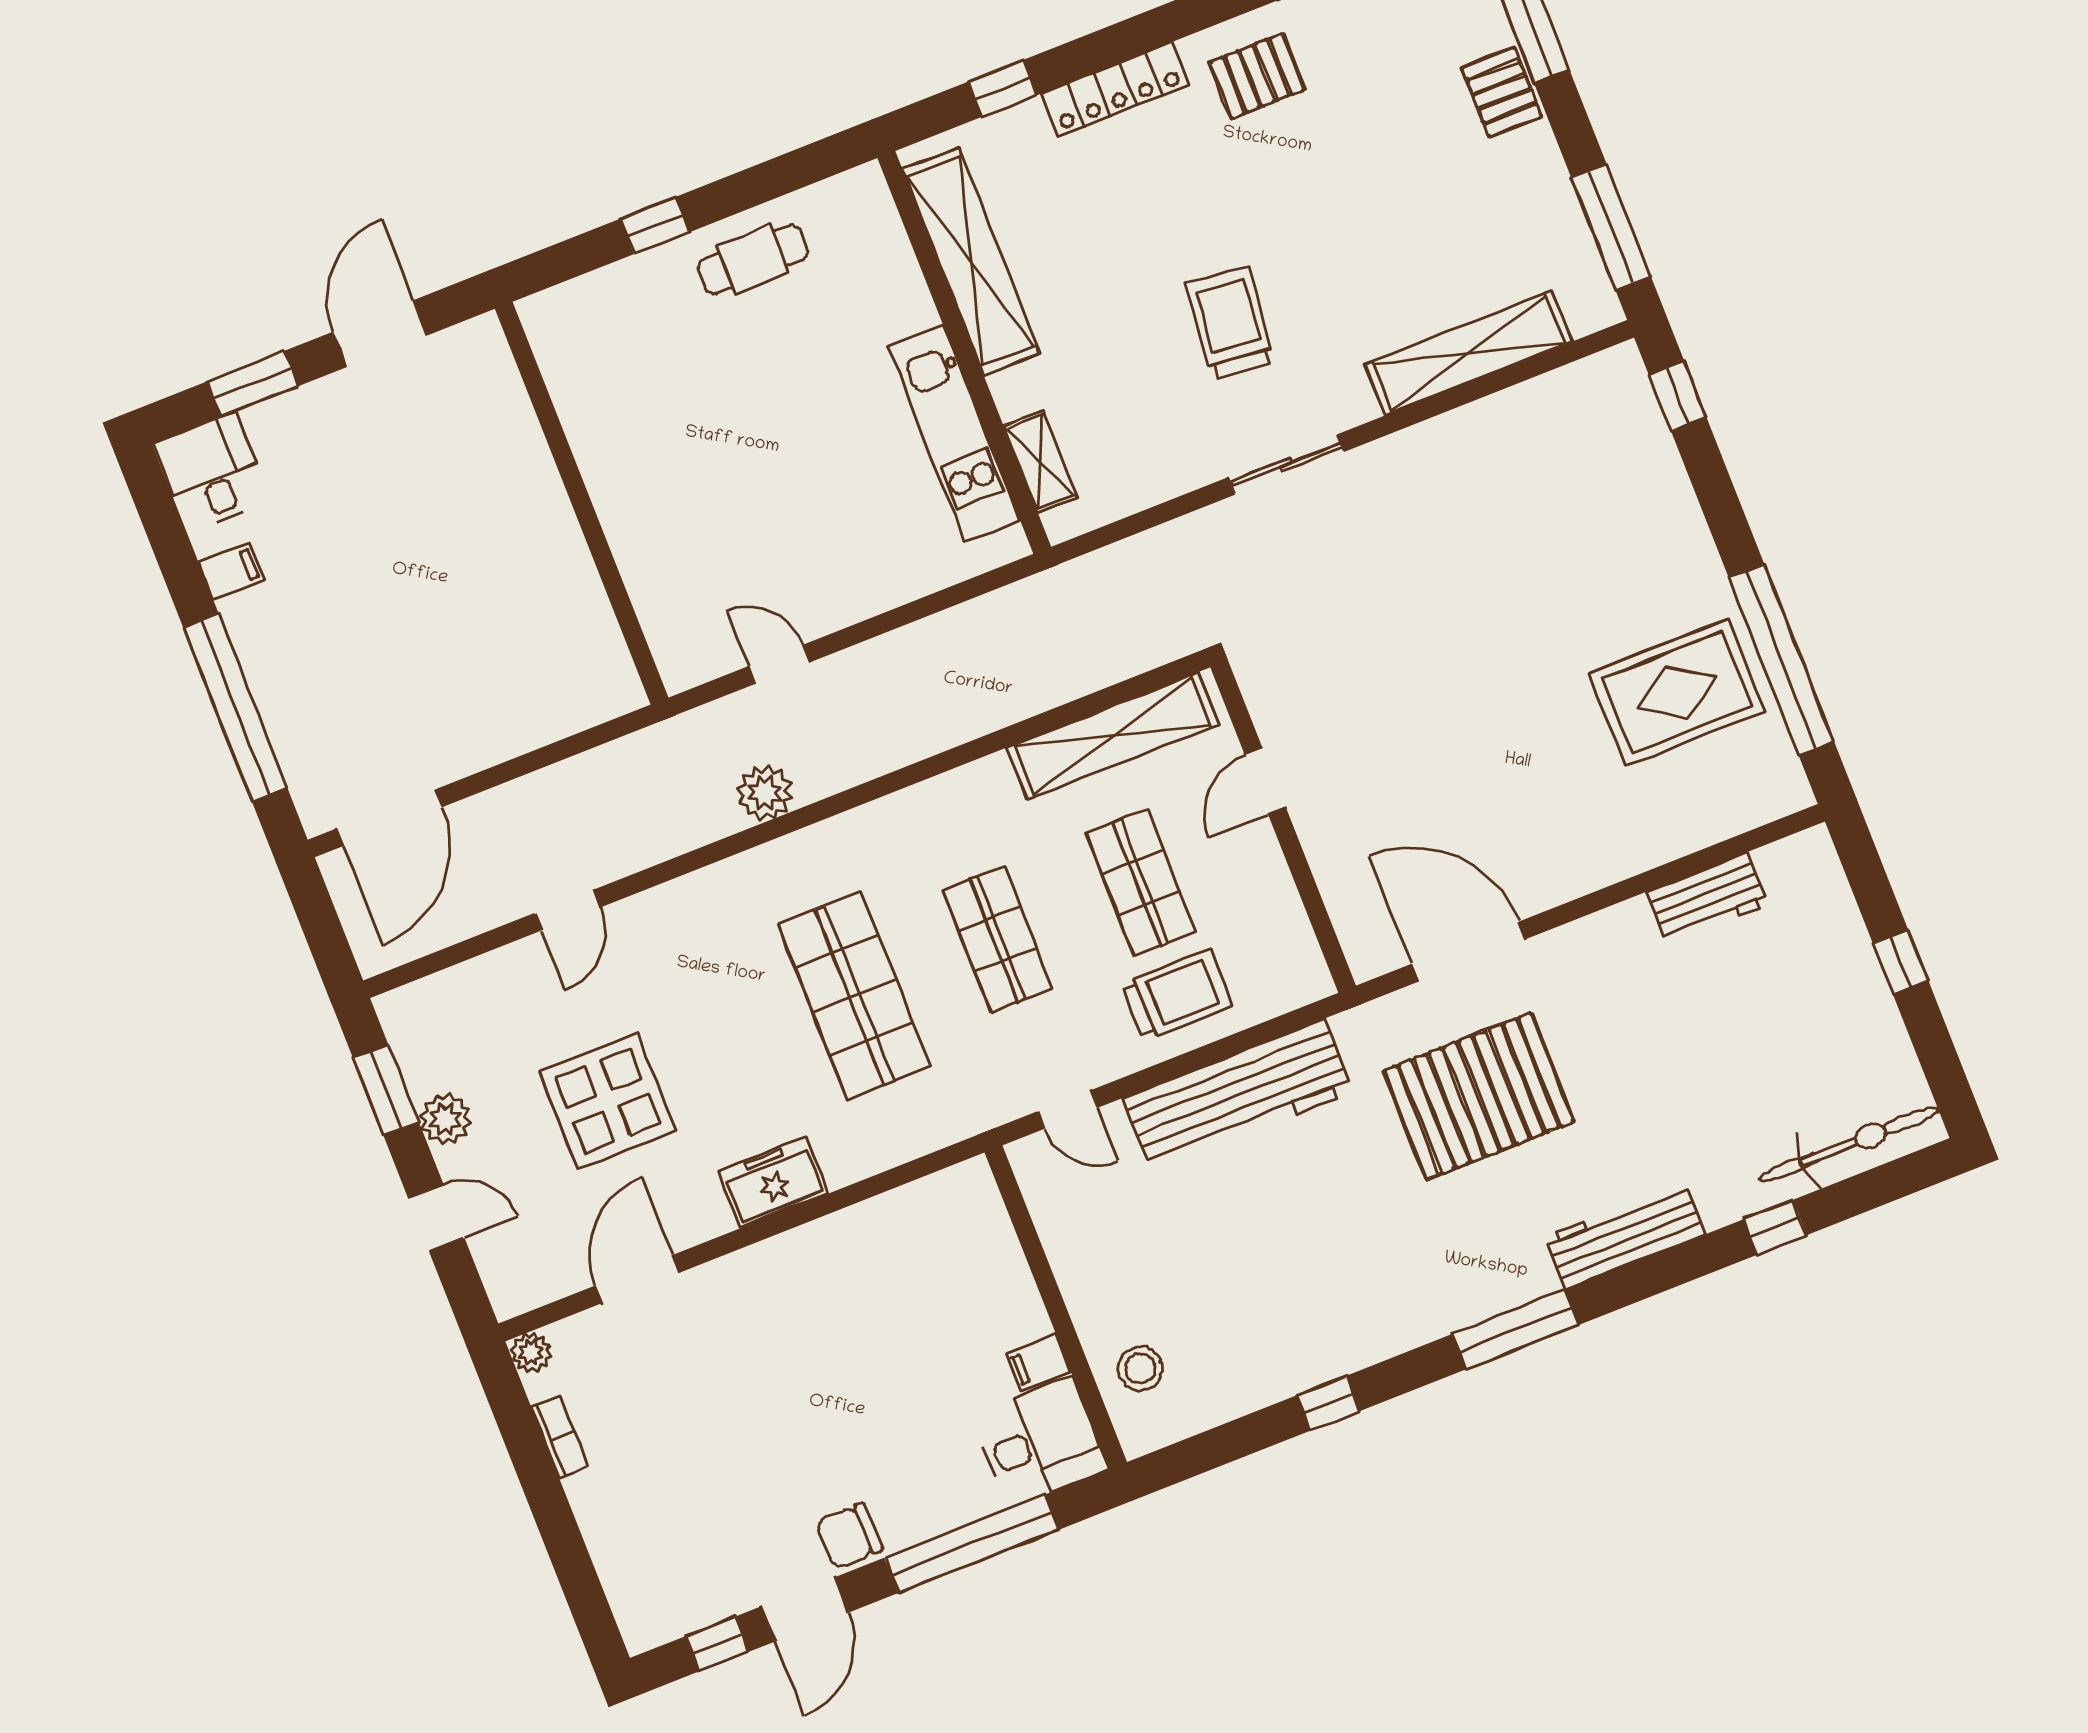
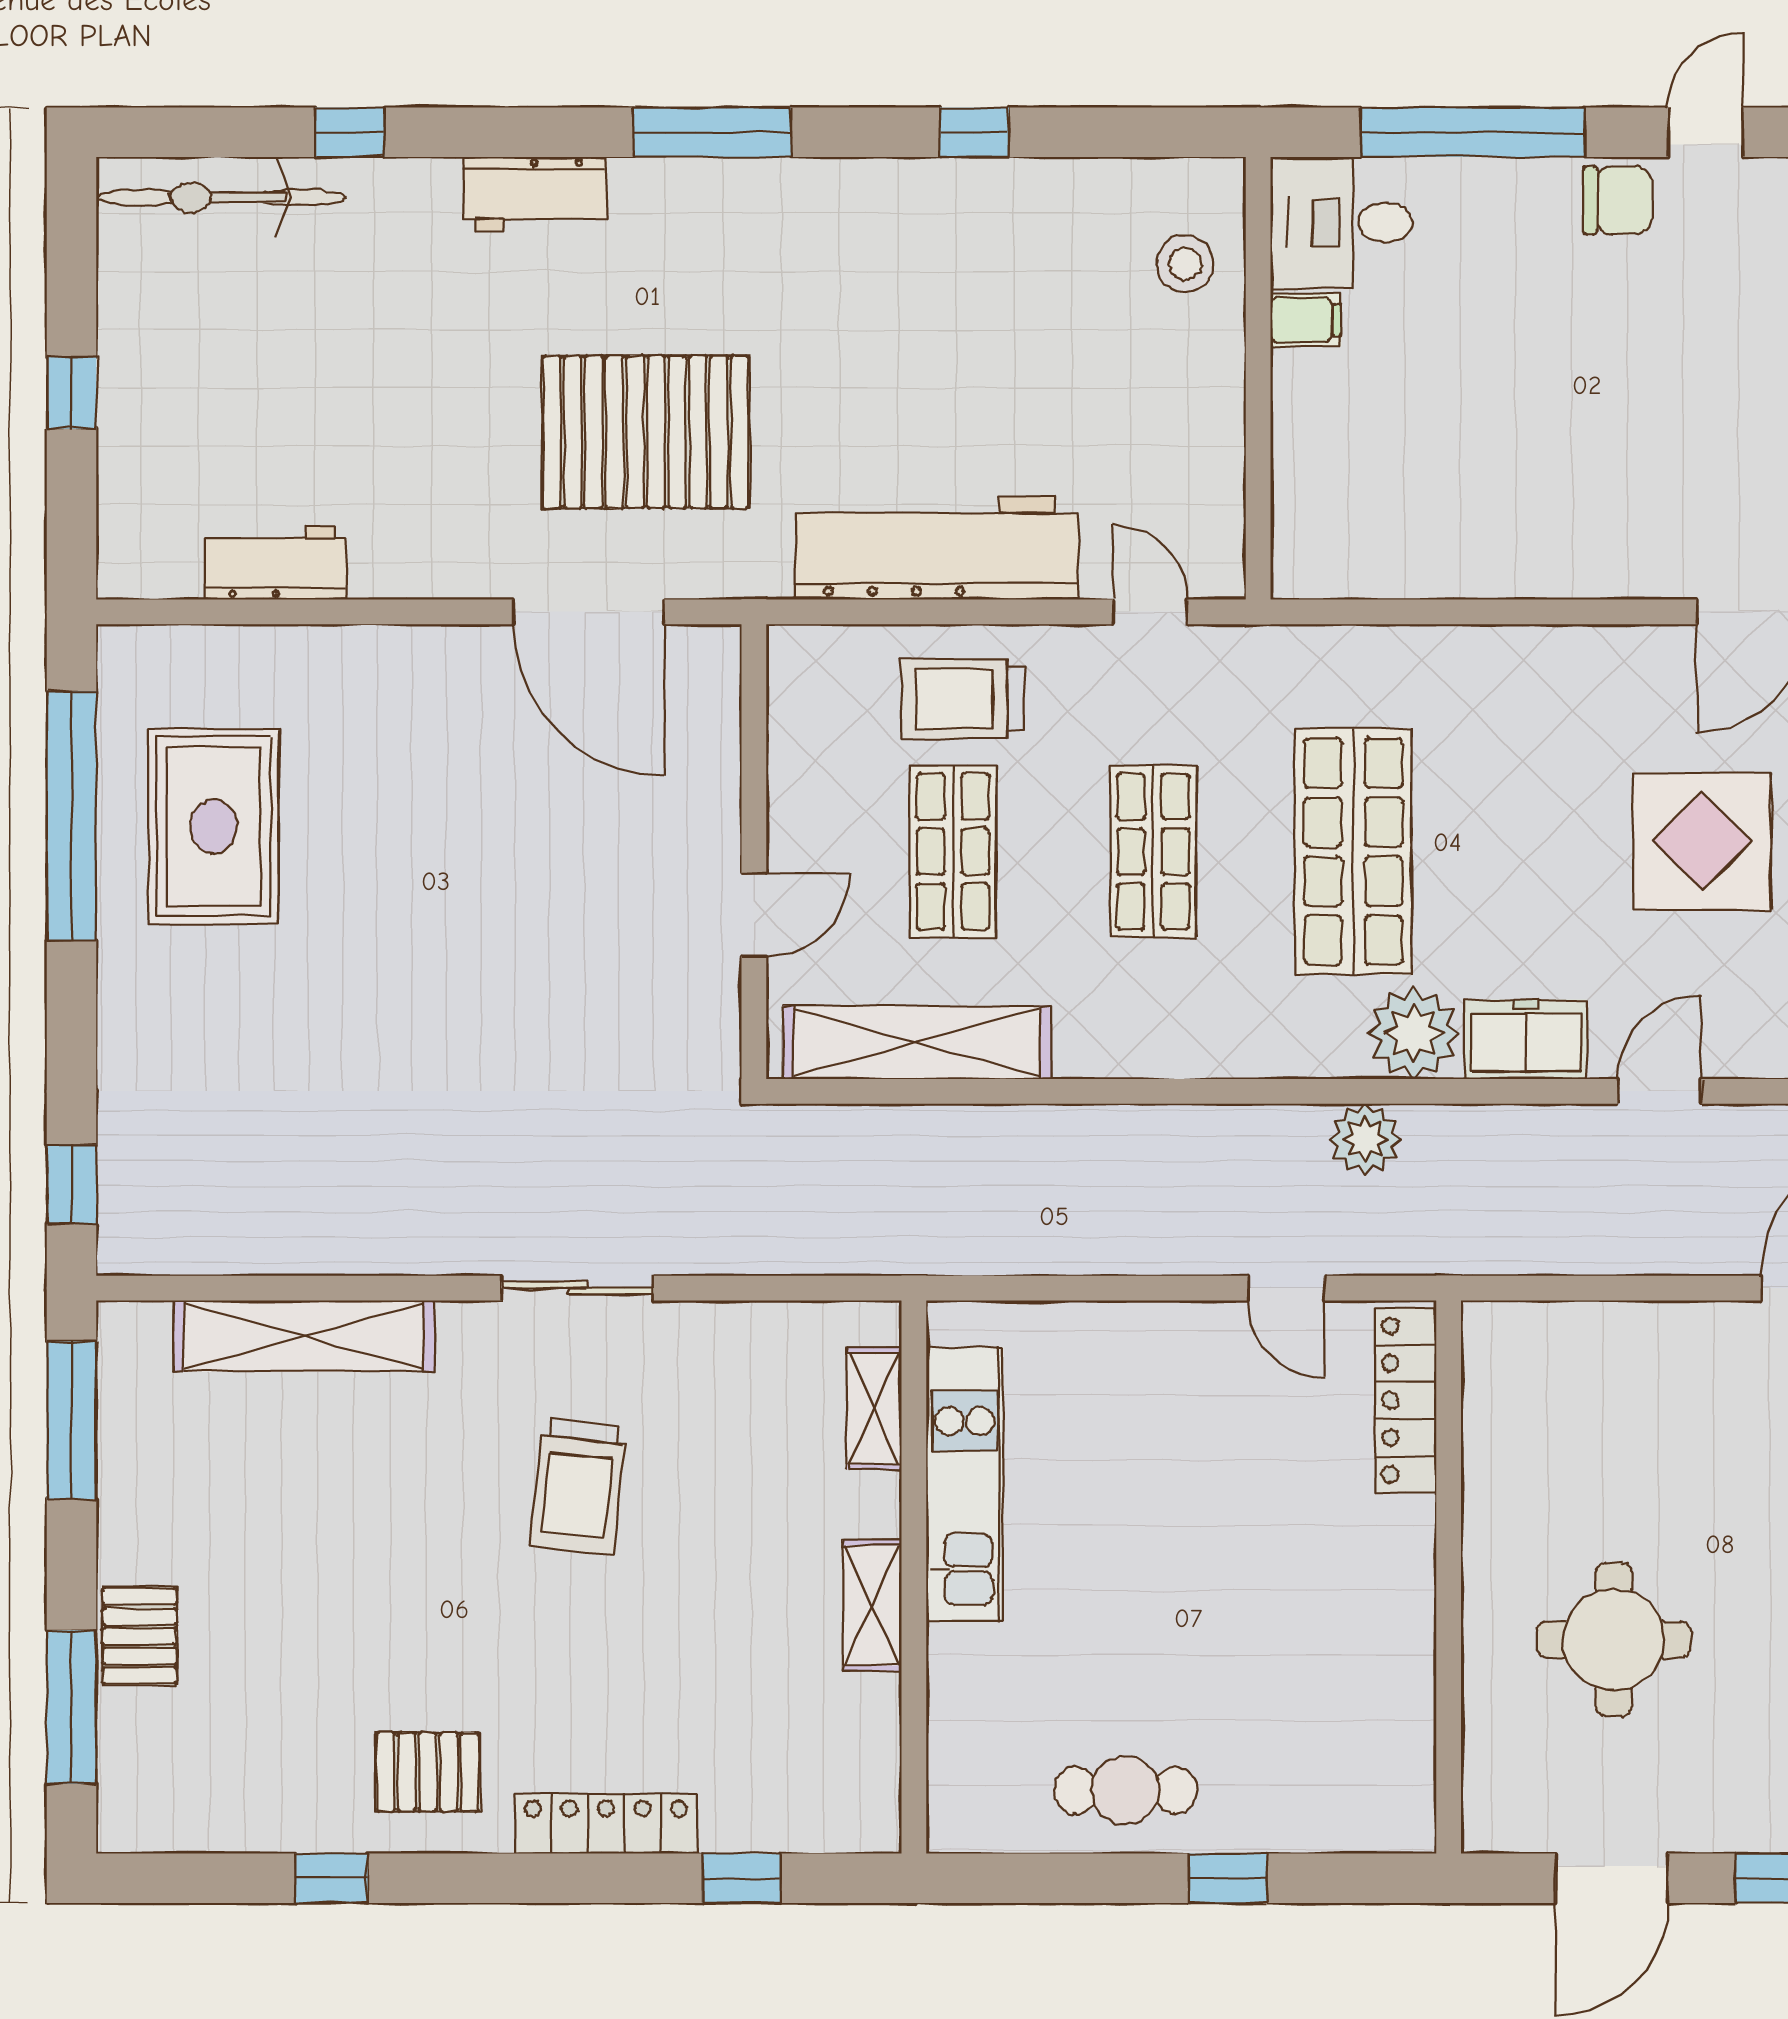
shelving: (971, 261) -> (872, 1606), width x0.45, depth x0.75
round table: (446, 505) -> (1614, 1640), added
locker: (662, 617) -> (1406, 1400), added
rug: (1677, 692) -> (213, 826), turned 90
plant: (760, 883) -> (1414, 1033), added
freezer: (773, 1183) -> (1526, 1039), moved, turned 180
workbench: (1625, 1235) -> (535, 194), width x0.73
door: (805, 1609) -> (1706, 132), width x0.73

